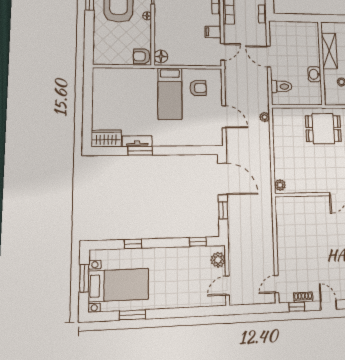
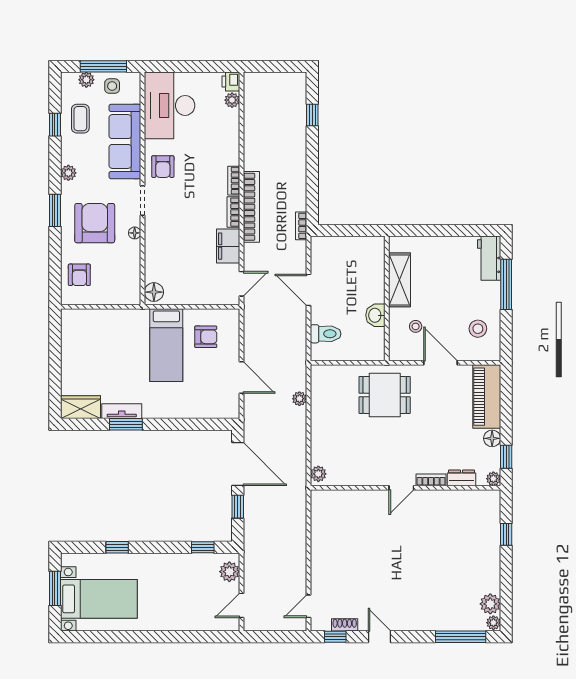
filing cabinet: (213, 32) -> (228, 246), width x2.00
armchair: (142, 56) -> (79, 275), moved, turned -90
plant: (265, 117) -> (299, 399), moved
window: (132, 315) -> (117, 637), removed

